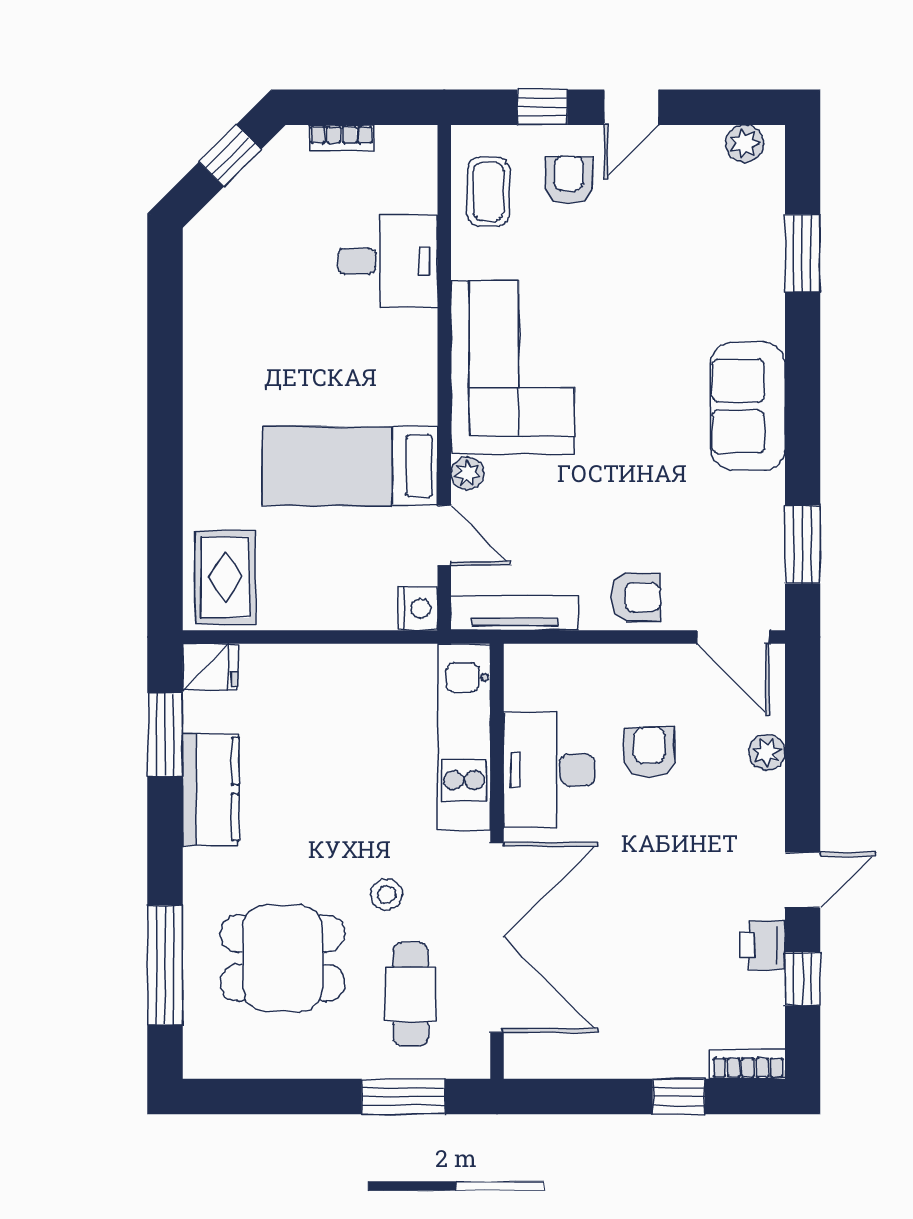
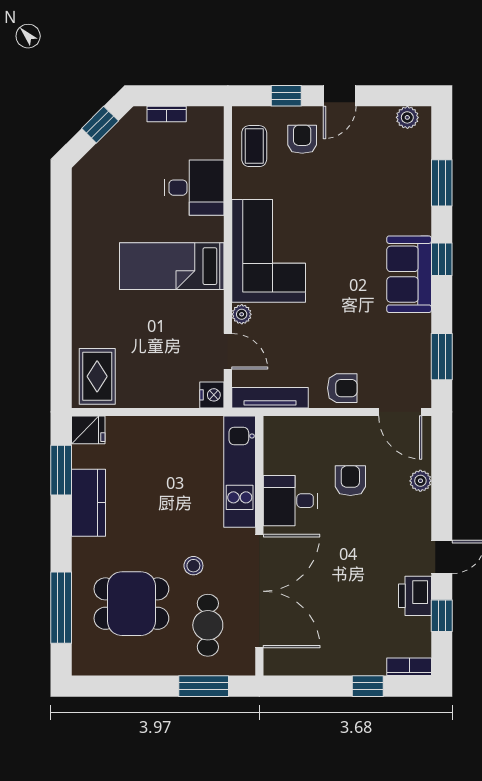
window: (803, 381) -> (442, 259), added
bed: (350, 466) -> (172, 266), moved
desk: (549, 770) -> (290, 501), width x0.73
printer: (763, 945) -> (415, 596), width x1.36, depth x1.24

